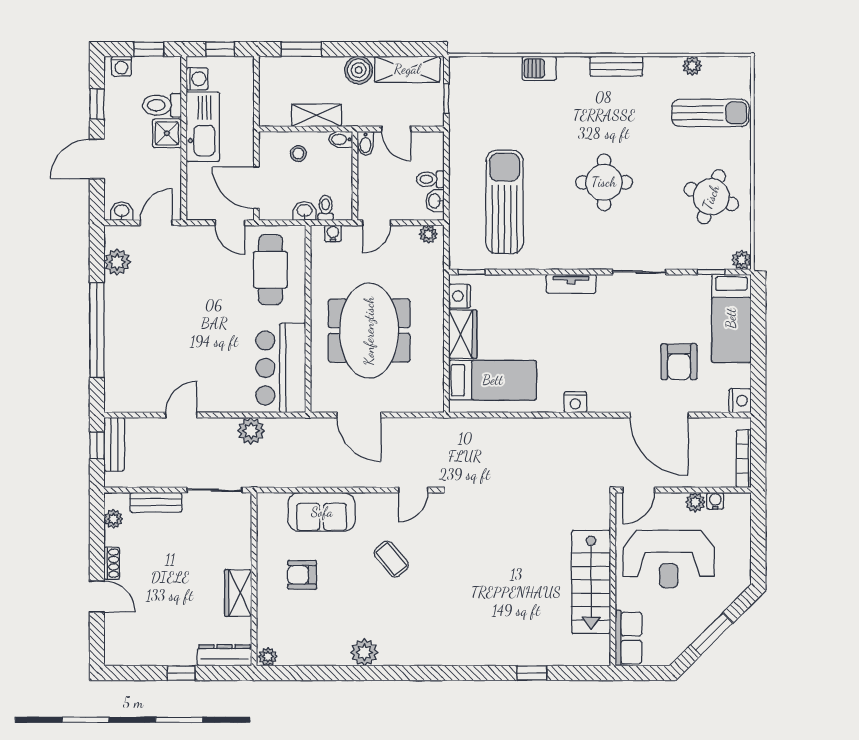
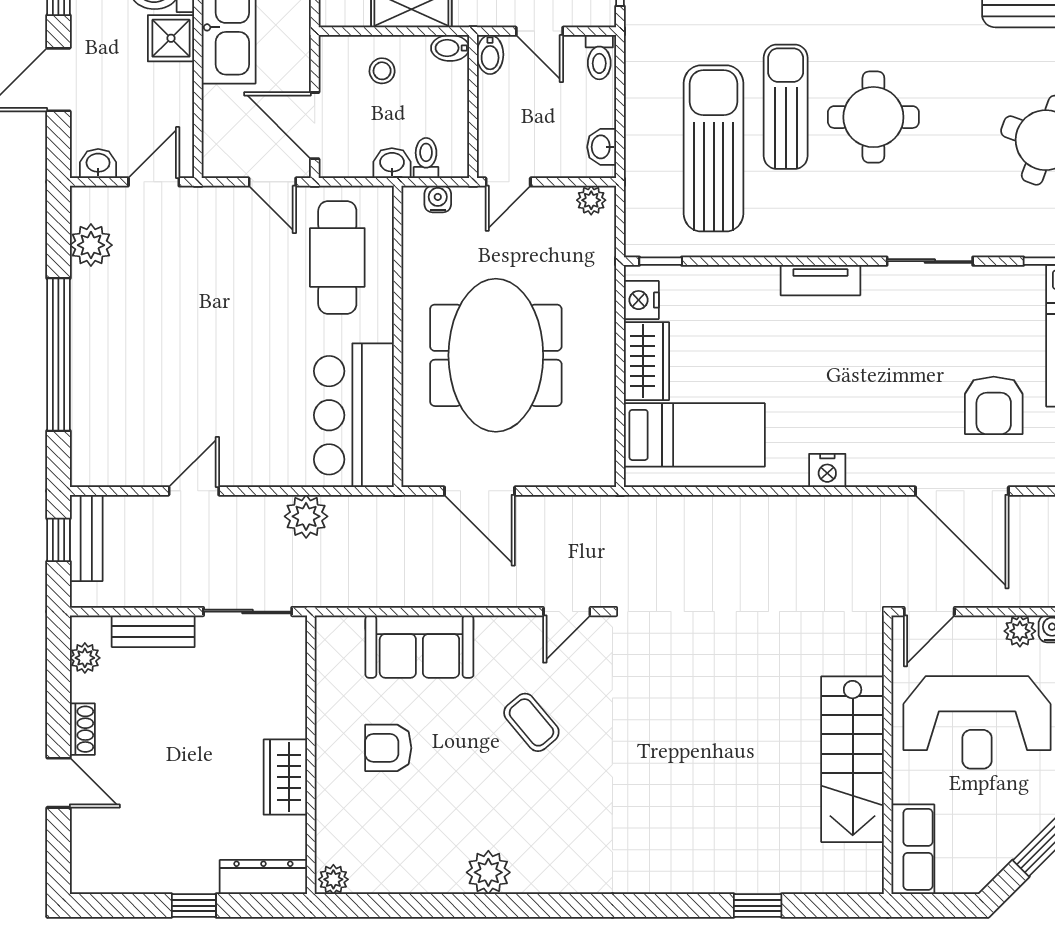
sun lounger: (549, 176) -> (786, 107), added
toilet: (430, 179) -> (599, 57), moved, turned -90

